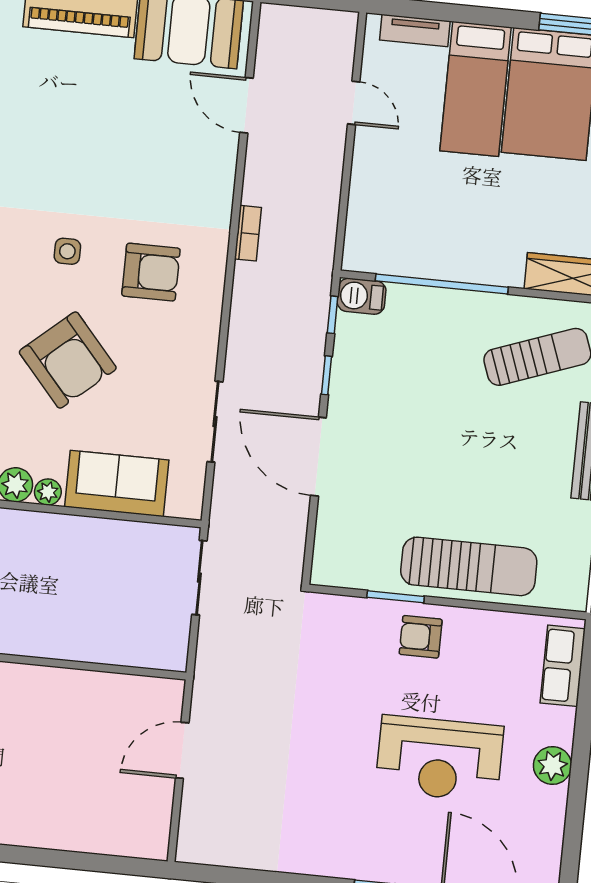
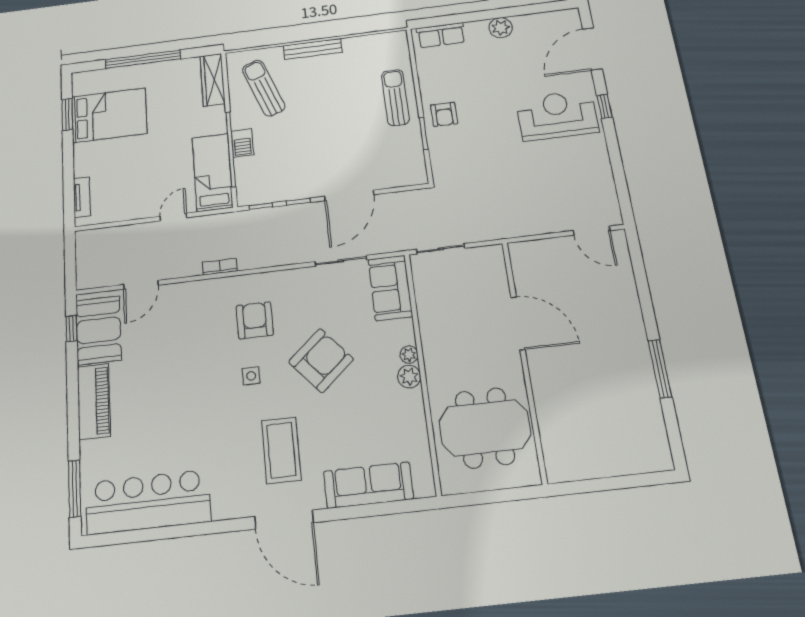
bed: (476, 89) -> (212, 172), moved, turned -90
door: (354, 103) -> (173, 217), moved
barbecue: (362, 296) -> (242, 143), moved
sofa: (117, 483) -> (390, 288), moved
sun lounger: (469, 566) -> (395, 97), width x0.73, depth x0.75
door: (59, 663) -> (518, 323), added
door: (182, 750) -> (592, 231), moved
reception desk: (439, 758) -> (557, 115), moved, turned -90

